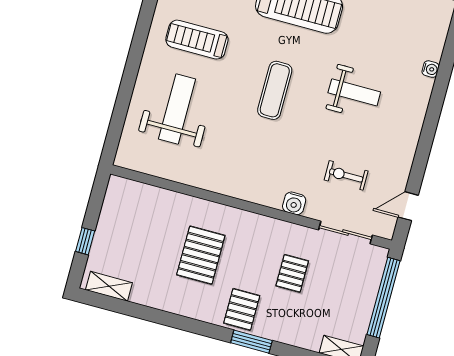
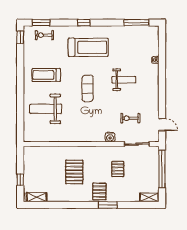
weight bench: (177, 109) -> (46, 109), turned -90
door: (408, 206) -> (162, 125), swing flipped

